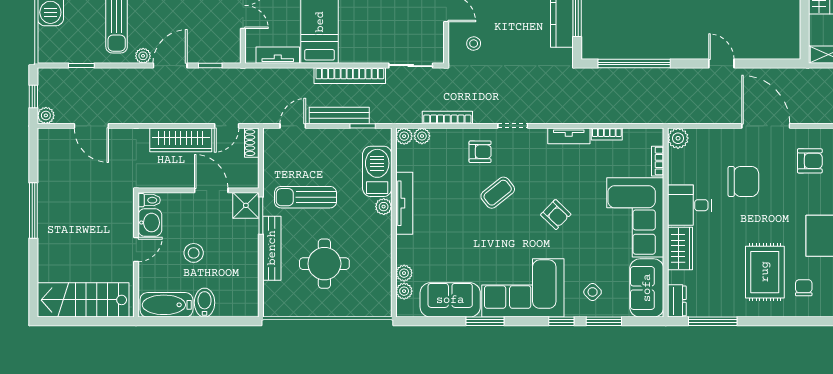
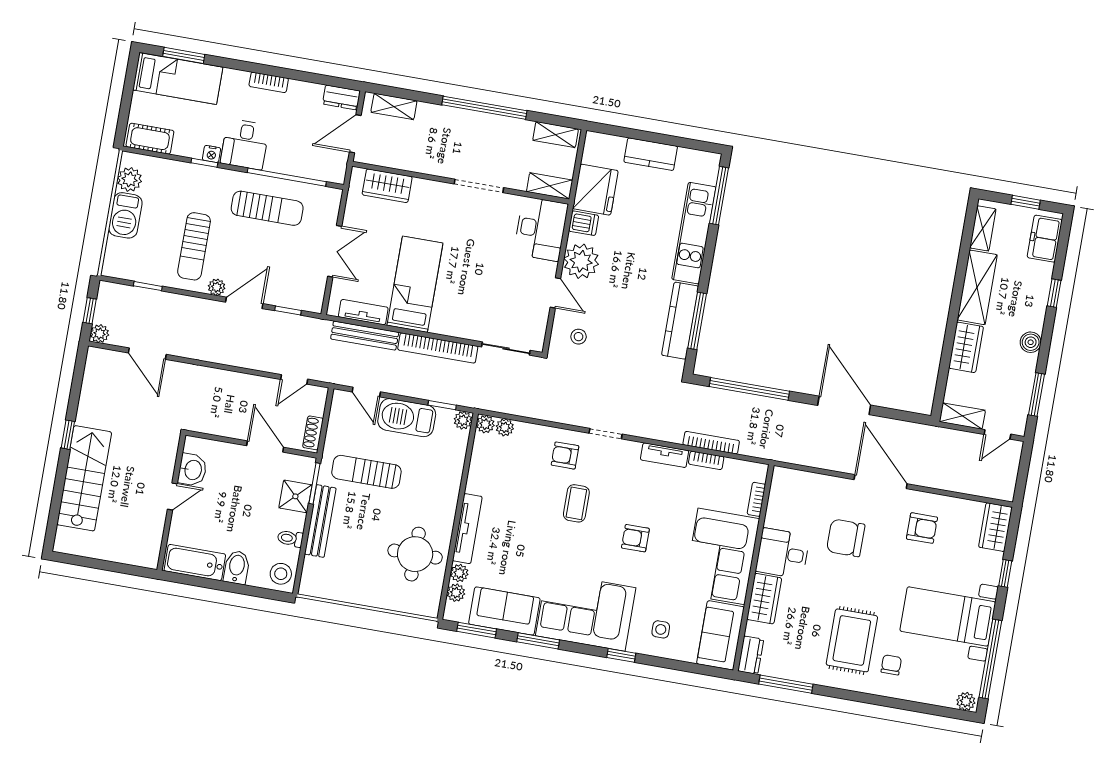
door: (721, 63) -> (844, 405), width x1.88
bench: (339, 116) -> (365, 336), moved
bookcase: (447, 117) -> (711, 443), moved
door: (293, 126) -> (366, 392), swing flipped
plant: (678, 138) -> (783, 478), removed
wardrobe: (181, 140) -> (242, 386), removed
shoe rack: (252, 143) -> (313, 433), moved
armchair: (480, 152) -> (565, 455), turned 180
barbecue: (377, 171) -> (407, 418), moved, turned -90
chair: (743, 181) -> (846, 538), turned 180
coffee table: (498, 193) -> (576, 503), turned -51
toilet: (149, 200) -> (290, 538), moved, turned 180
tv unit: (404, 203) -> (467, 529), moved
shower: (246, 205) -> (295, 496), moved
plant: (384, 207) -> (463, 420), moved
window: (33, 211) -> (68, 435), width x0.46
armchair: (556, 215) -> (635, 538), turned 136
stool: (194, 253) -> (281, 574), moved
round table: (324, 264) -> (415, 554), moved
side table: (593, 292) -> (661, 629), turned 45
stairs: (83, 300) -> (84, 478), moved, turned 90
window: (604, 321) -> (477, 630), moved

